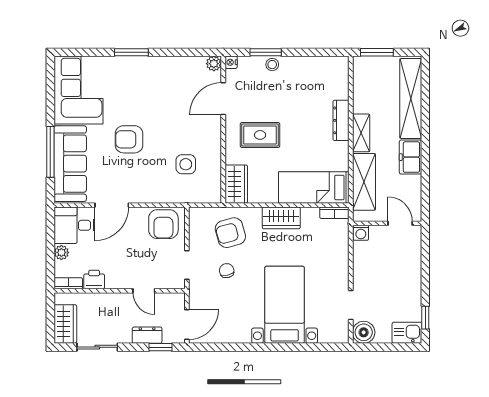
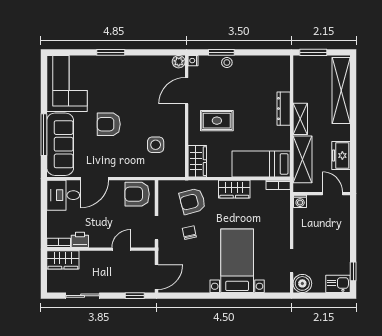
freezer: (411, 157) -> (341, 156), moved
armchair: (163, 224) -> (137, 194), turned 90
plant: (61, 252) -> (53, 218), removed
door: (144, 291) -> (121, 249), swing flipped
wardrobe: (65, 324) -> (63, 260), moved, turned 90
dresser: (147, 335) -> (124, 286), removed

